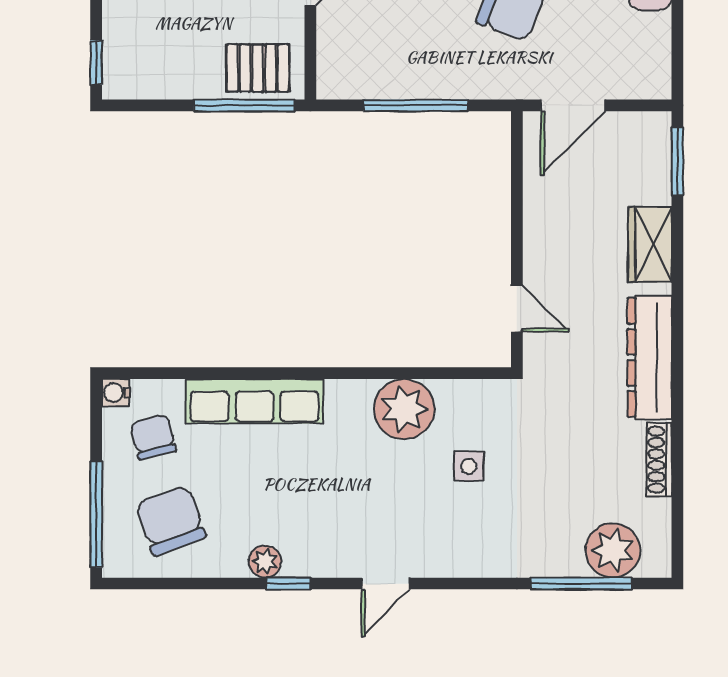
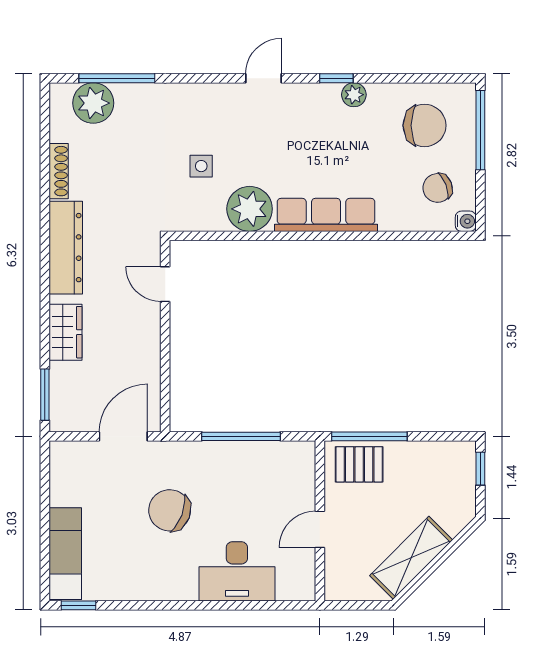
row of seats: (254, 401) -> (326, 215), moved
chair: (153, 437) -> (438, 188), turned 83
chair: (171, 520) -> (425, 125), turned -70

